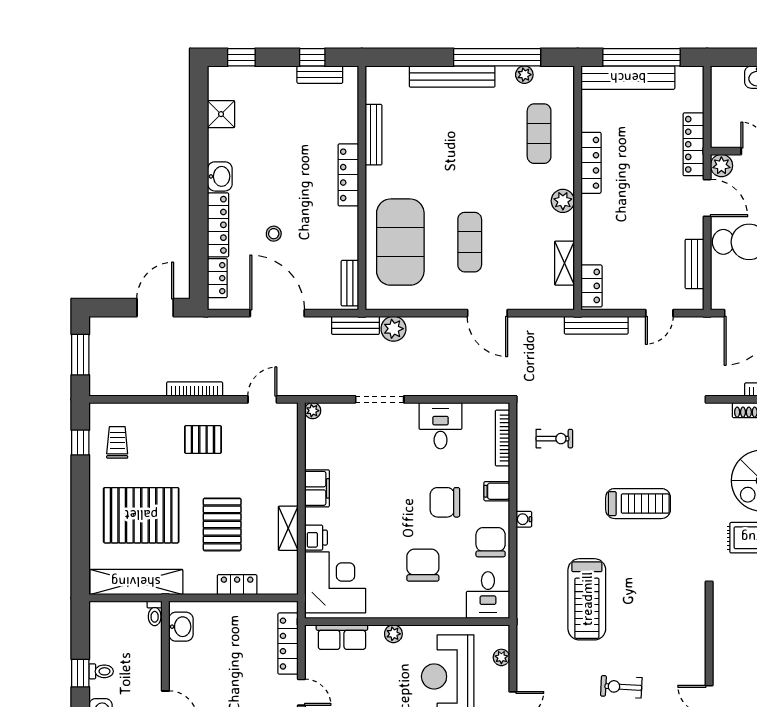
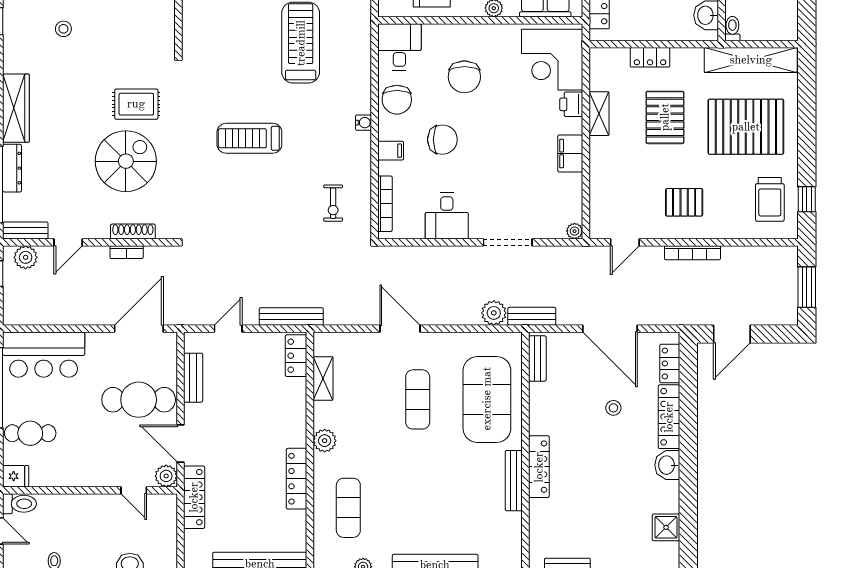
bench: (373, 135) -> (514, 481), moved
exercise bike: (554, 439) -> (333, 203), turned -90
trolley: (117, 442) -> (770, 199), width x1.36, depth x1.39

